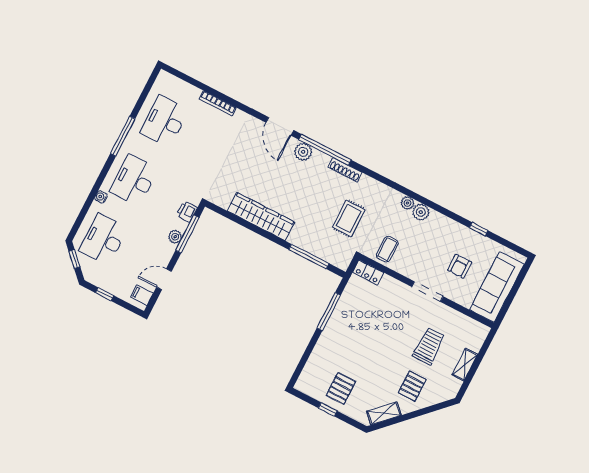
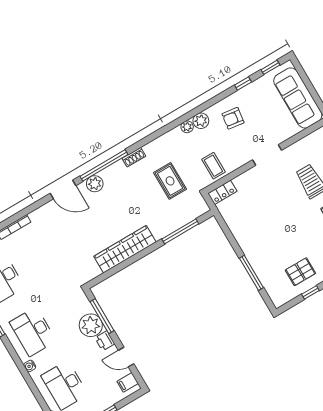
shoe rack: (345, 170) -> (134, 157), width x0.70
printer: (187, 212) -> (105, 341), moved
plant: (175, 237) -> (91, 325), width x1.88, depth x1.88
window: (509, 245) -> (270, 67), added
armchair: (460, 266) -> (233, 118), moved, turned 98
door: (164, 279) -> (126, 357), hinge flipped
window: (329, 312) -> (251, 273), moved
pallet: (341, 388) -> (300, 272), turned 90

